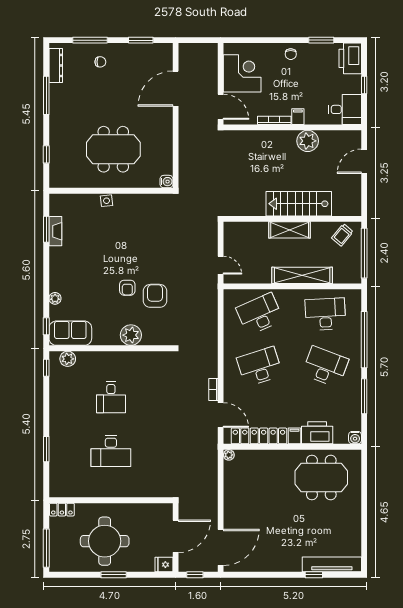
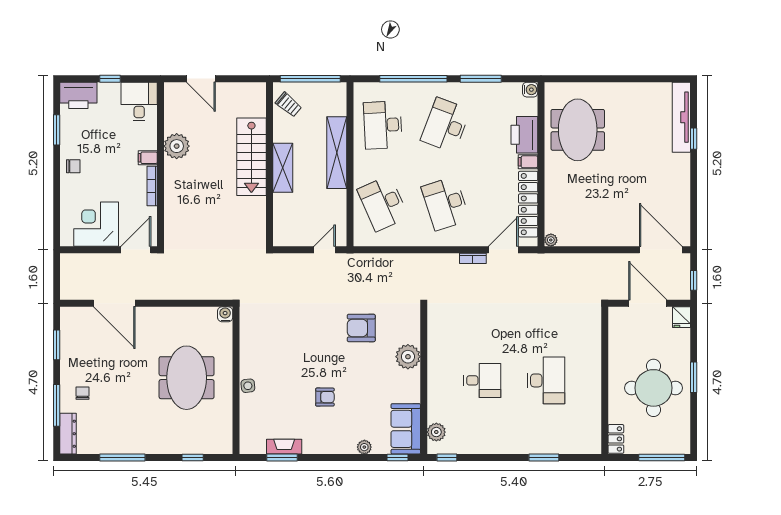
dresser: (56, 65) -> (68, 434), moved, turned 90
armchair: (127, 288) -> (325, 397), moved

